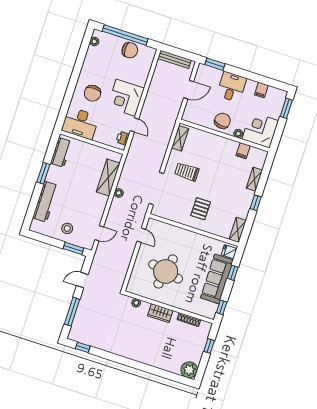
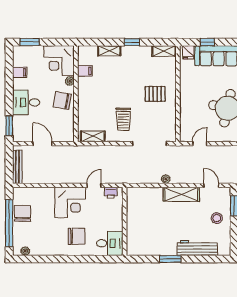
desk: (80, 123) -> (110, 243), width x0.73
workbench: (61, 152) -> (144, 248), removed
shelving: (108, 177) -> (181, 194), moved

